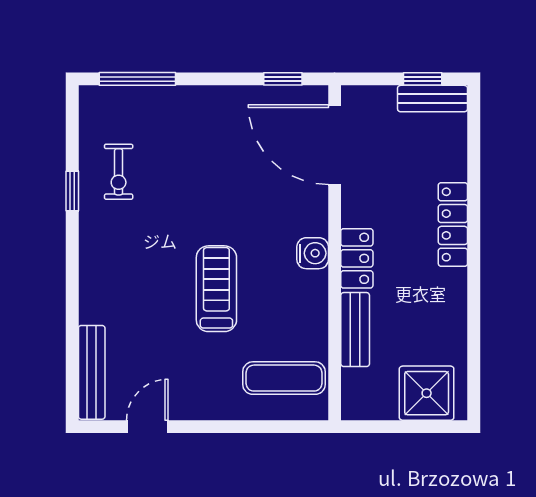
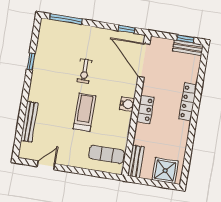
exercise bike: (119, 172) -> (85, 71), moved
bench: (355, 330) -> (136, 161), moved
bench: (92, 372) -> (29, 122), moved

